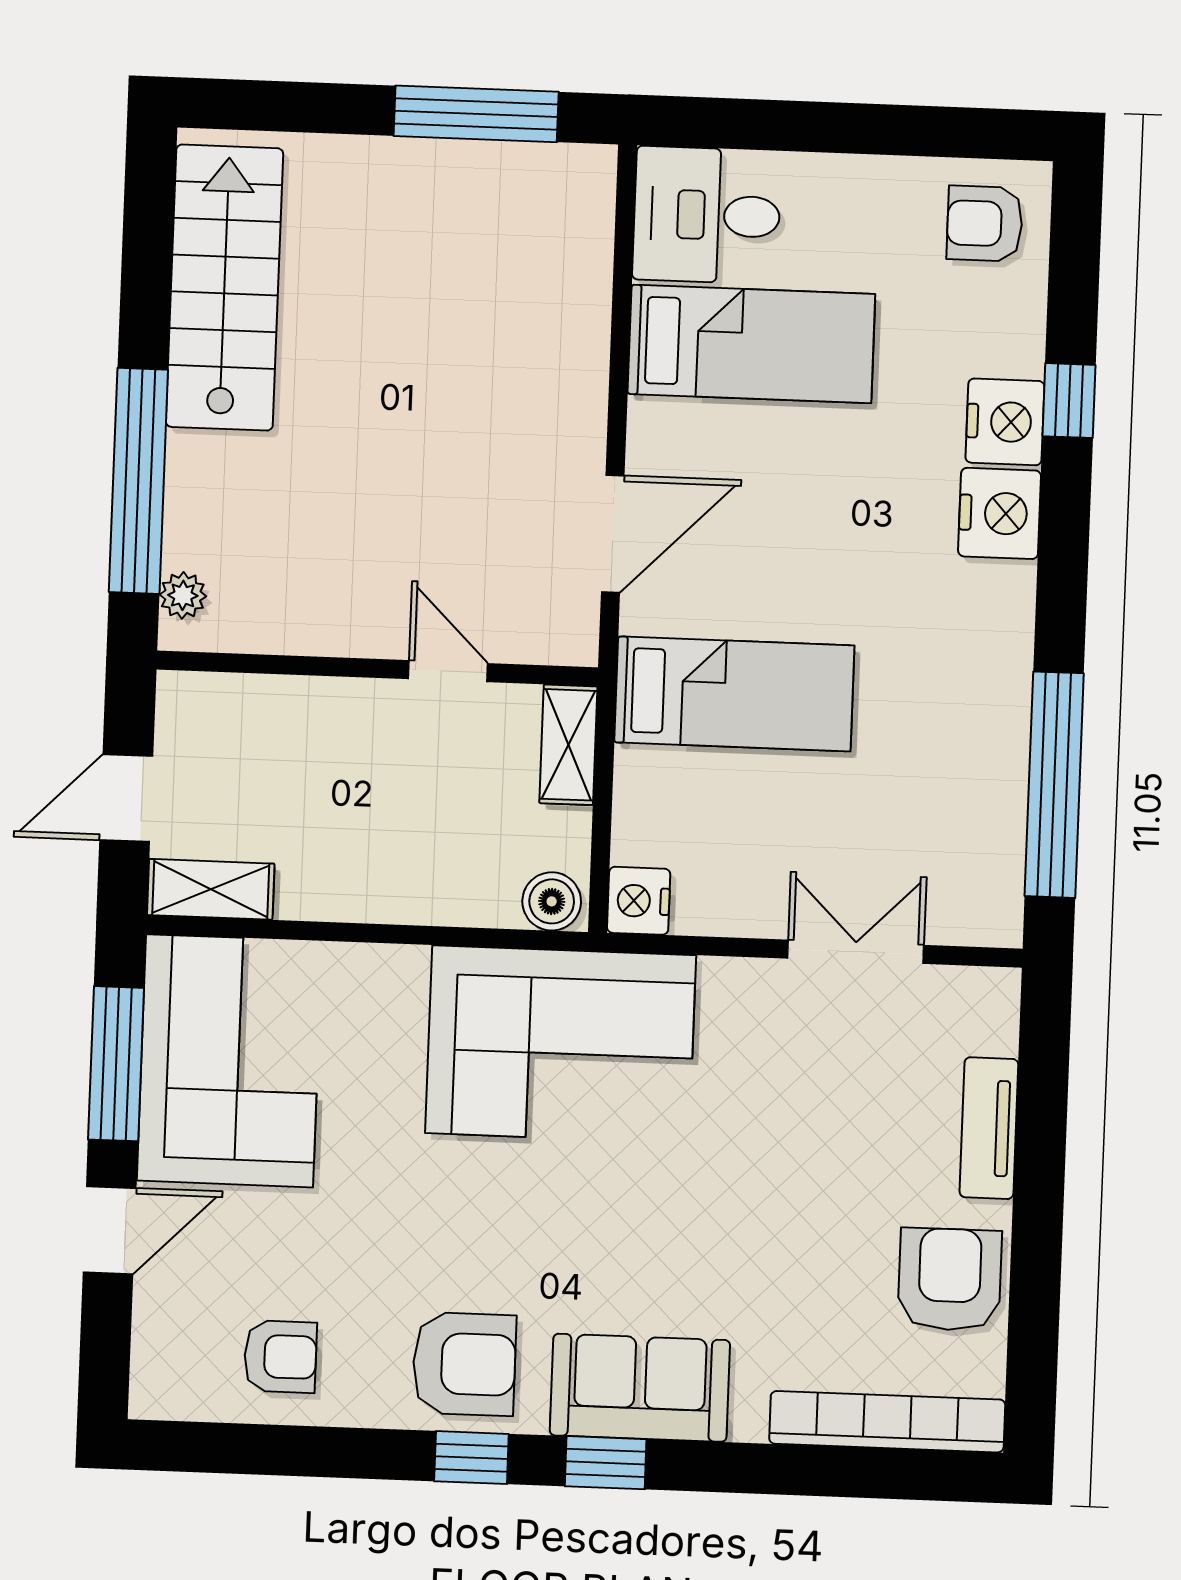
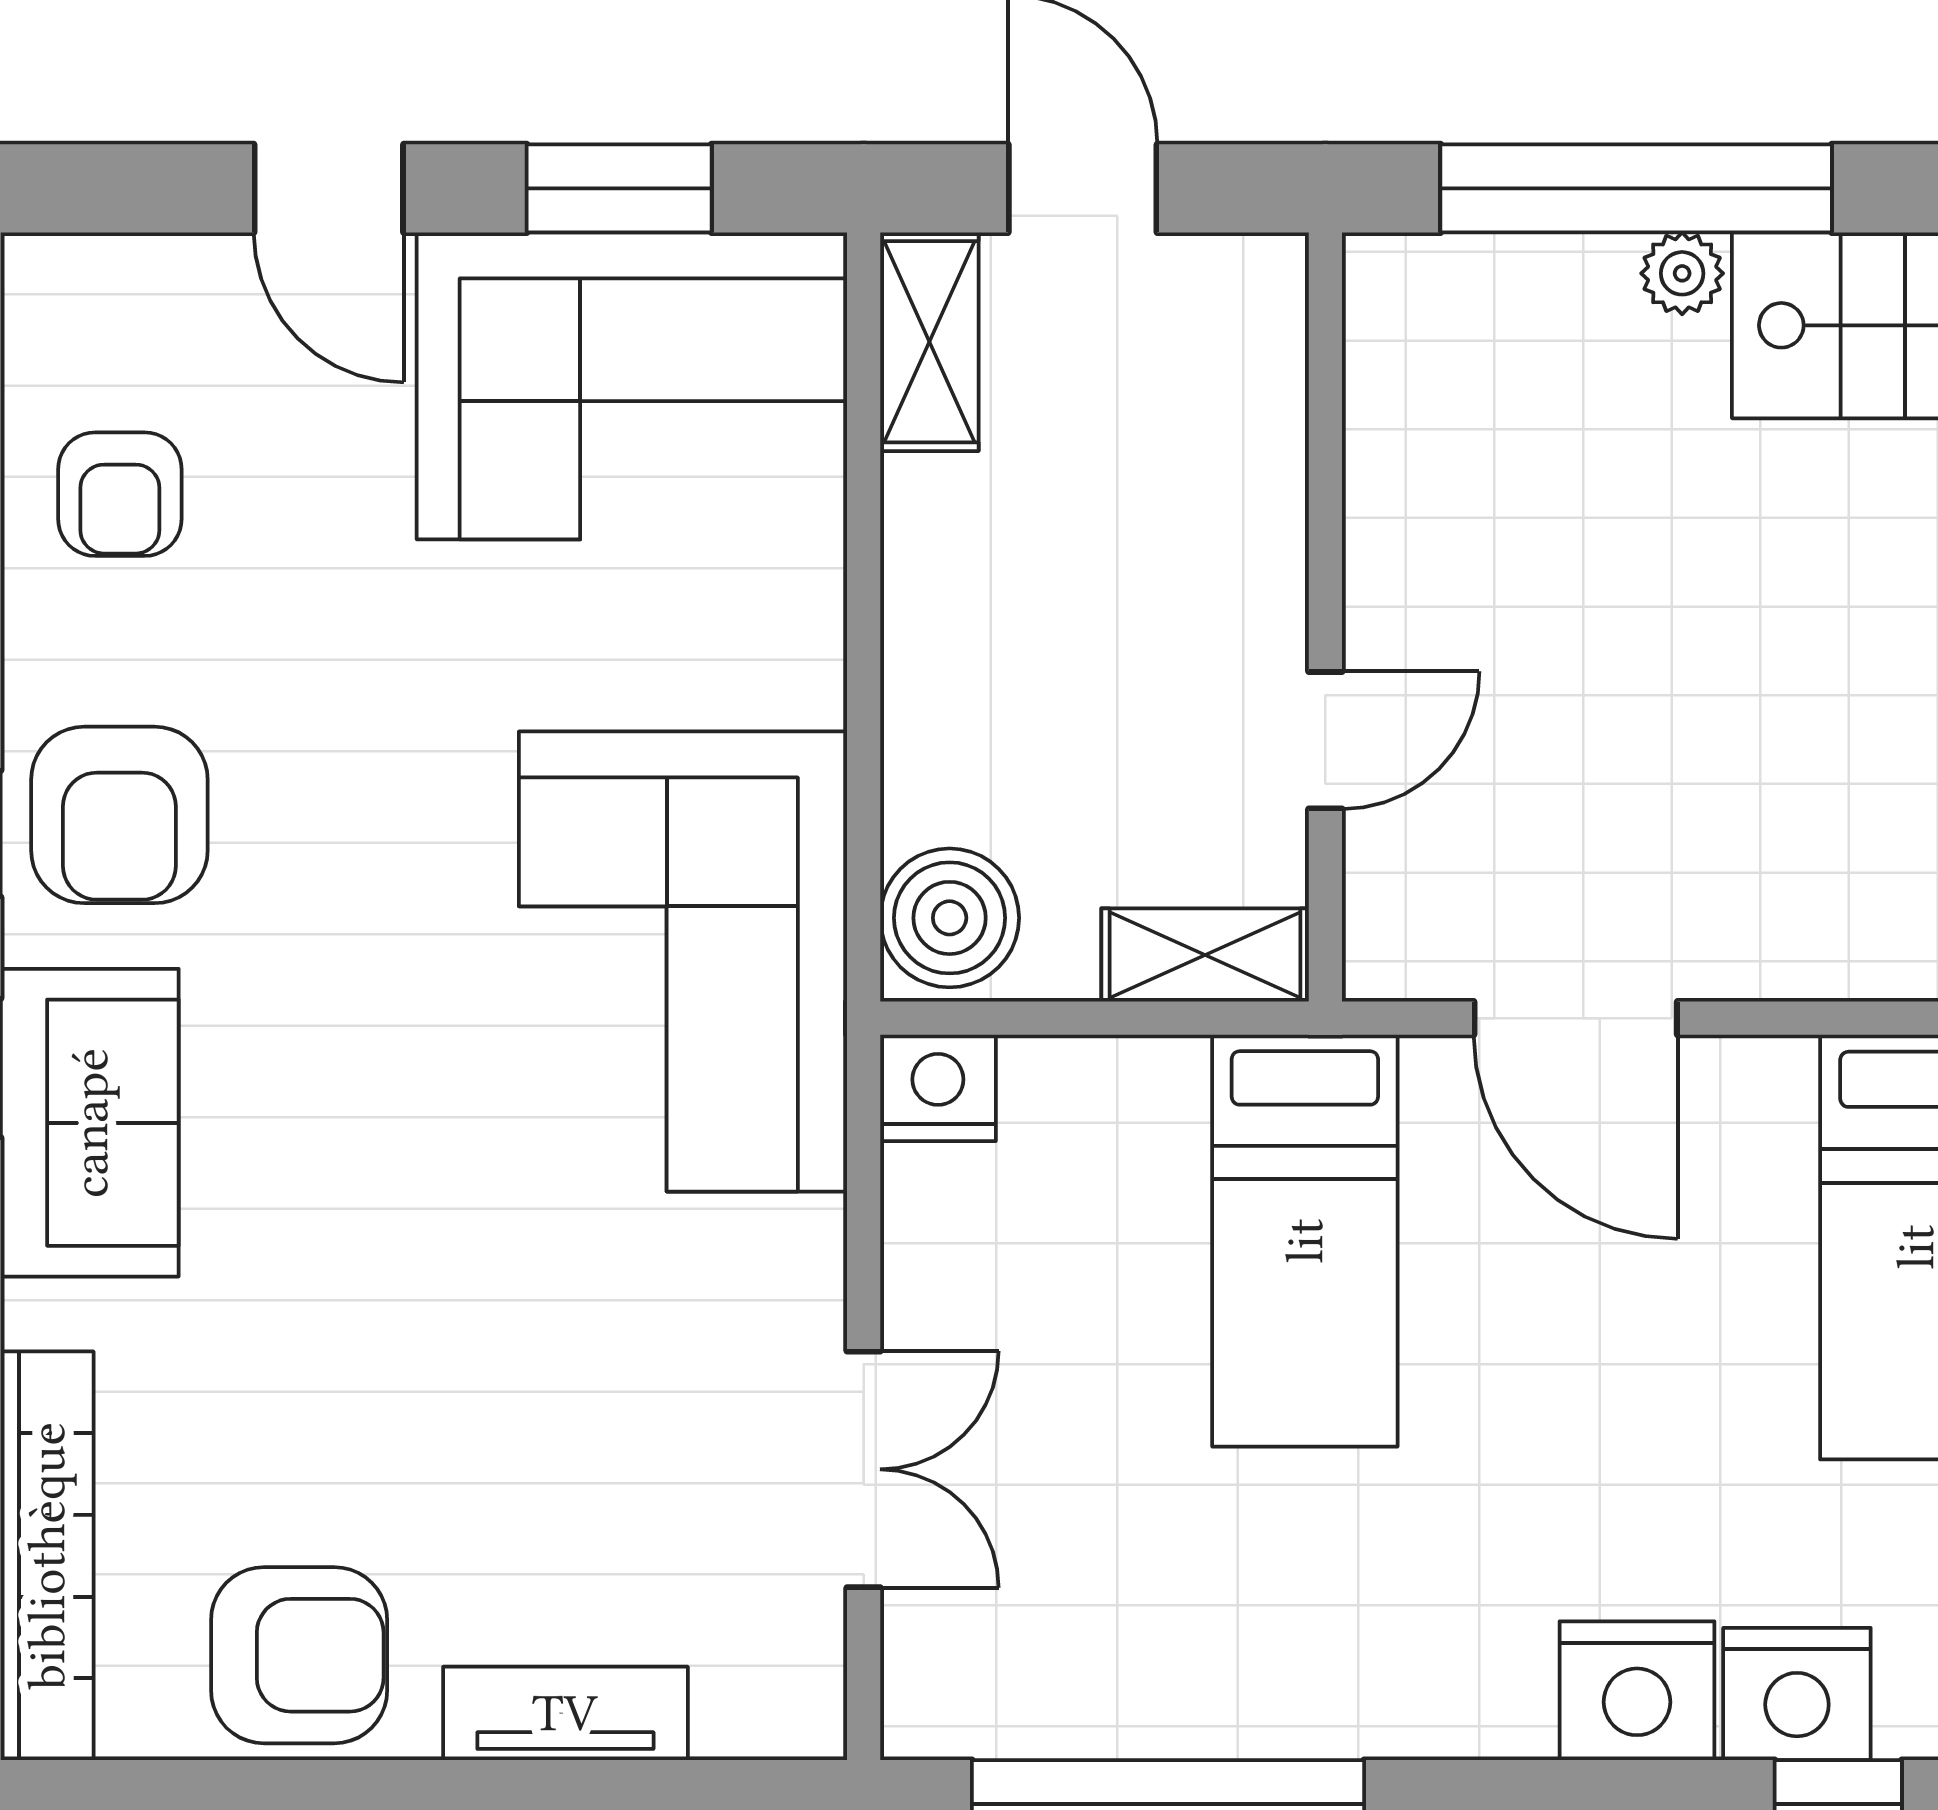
plant: (183, 595) -> (1682, 273), moved
boiler: (552, 901) -> (950, 918), width x1.36, depth x1.36
window: (116, 1064) -> (619, 188), width x0.69

